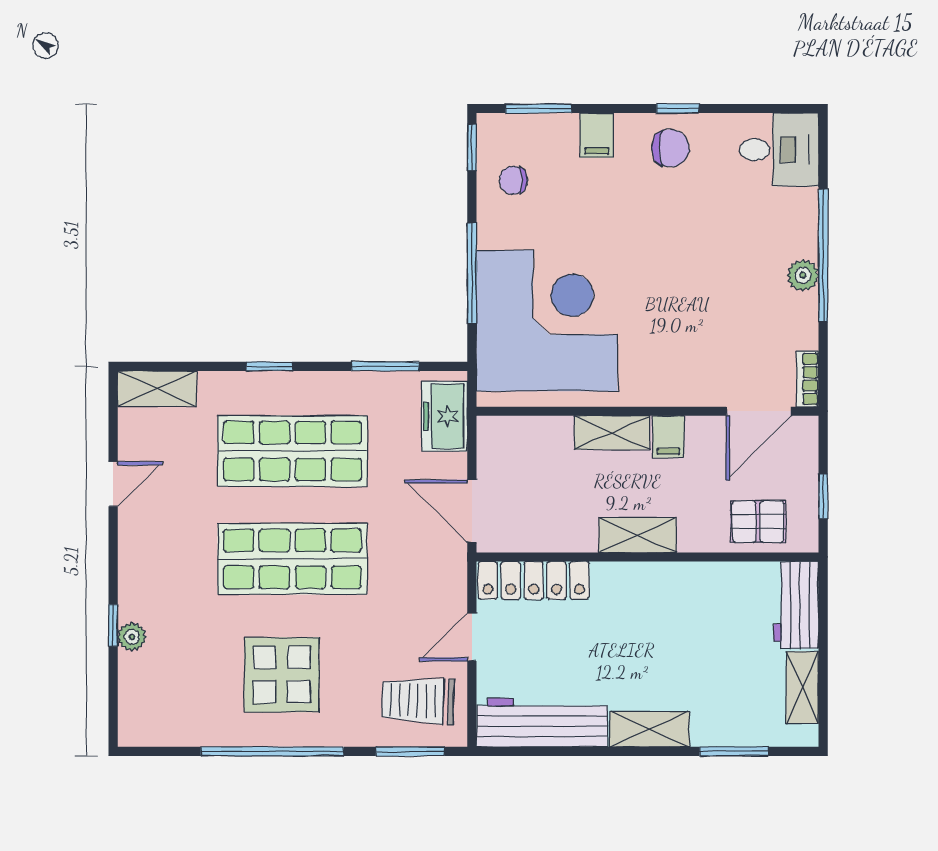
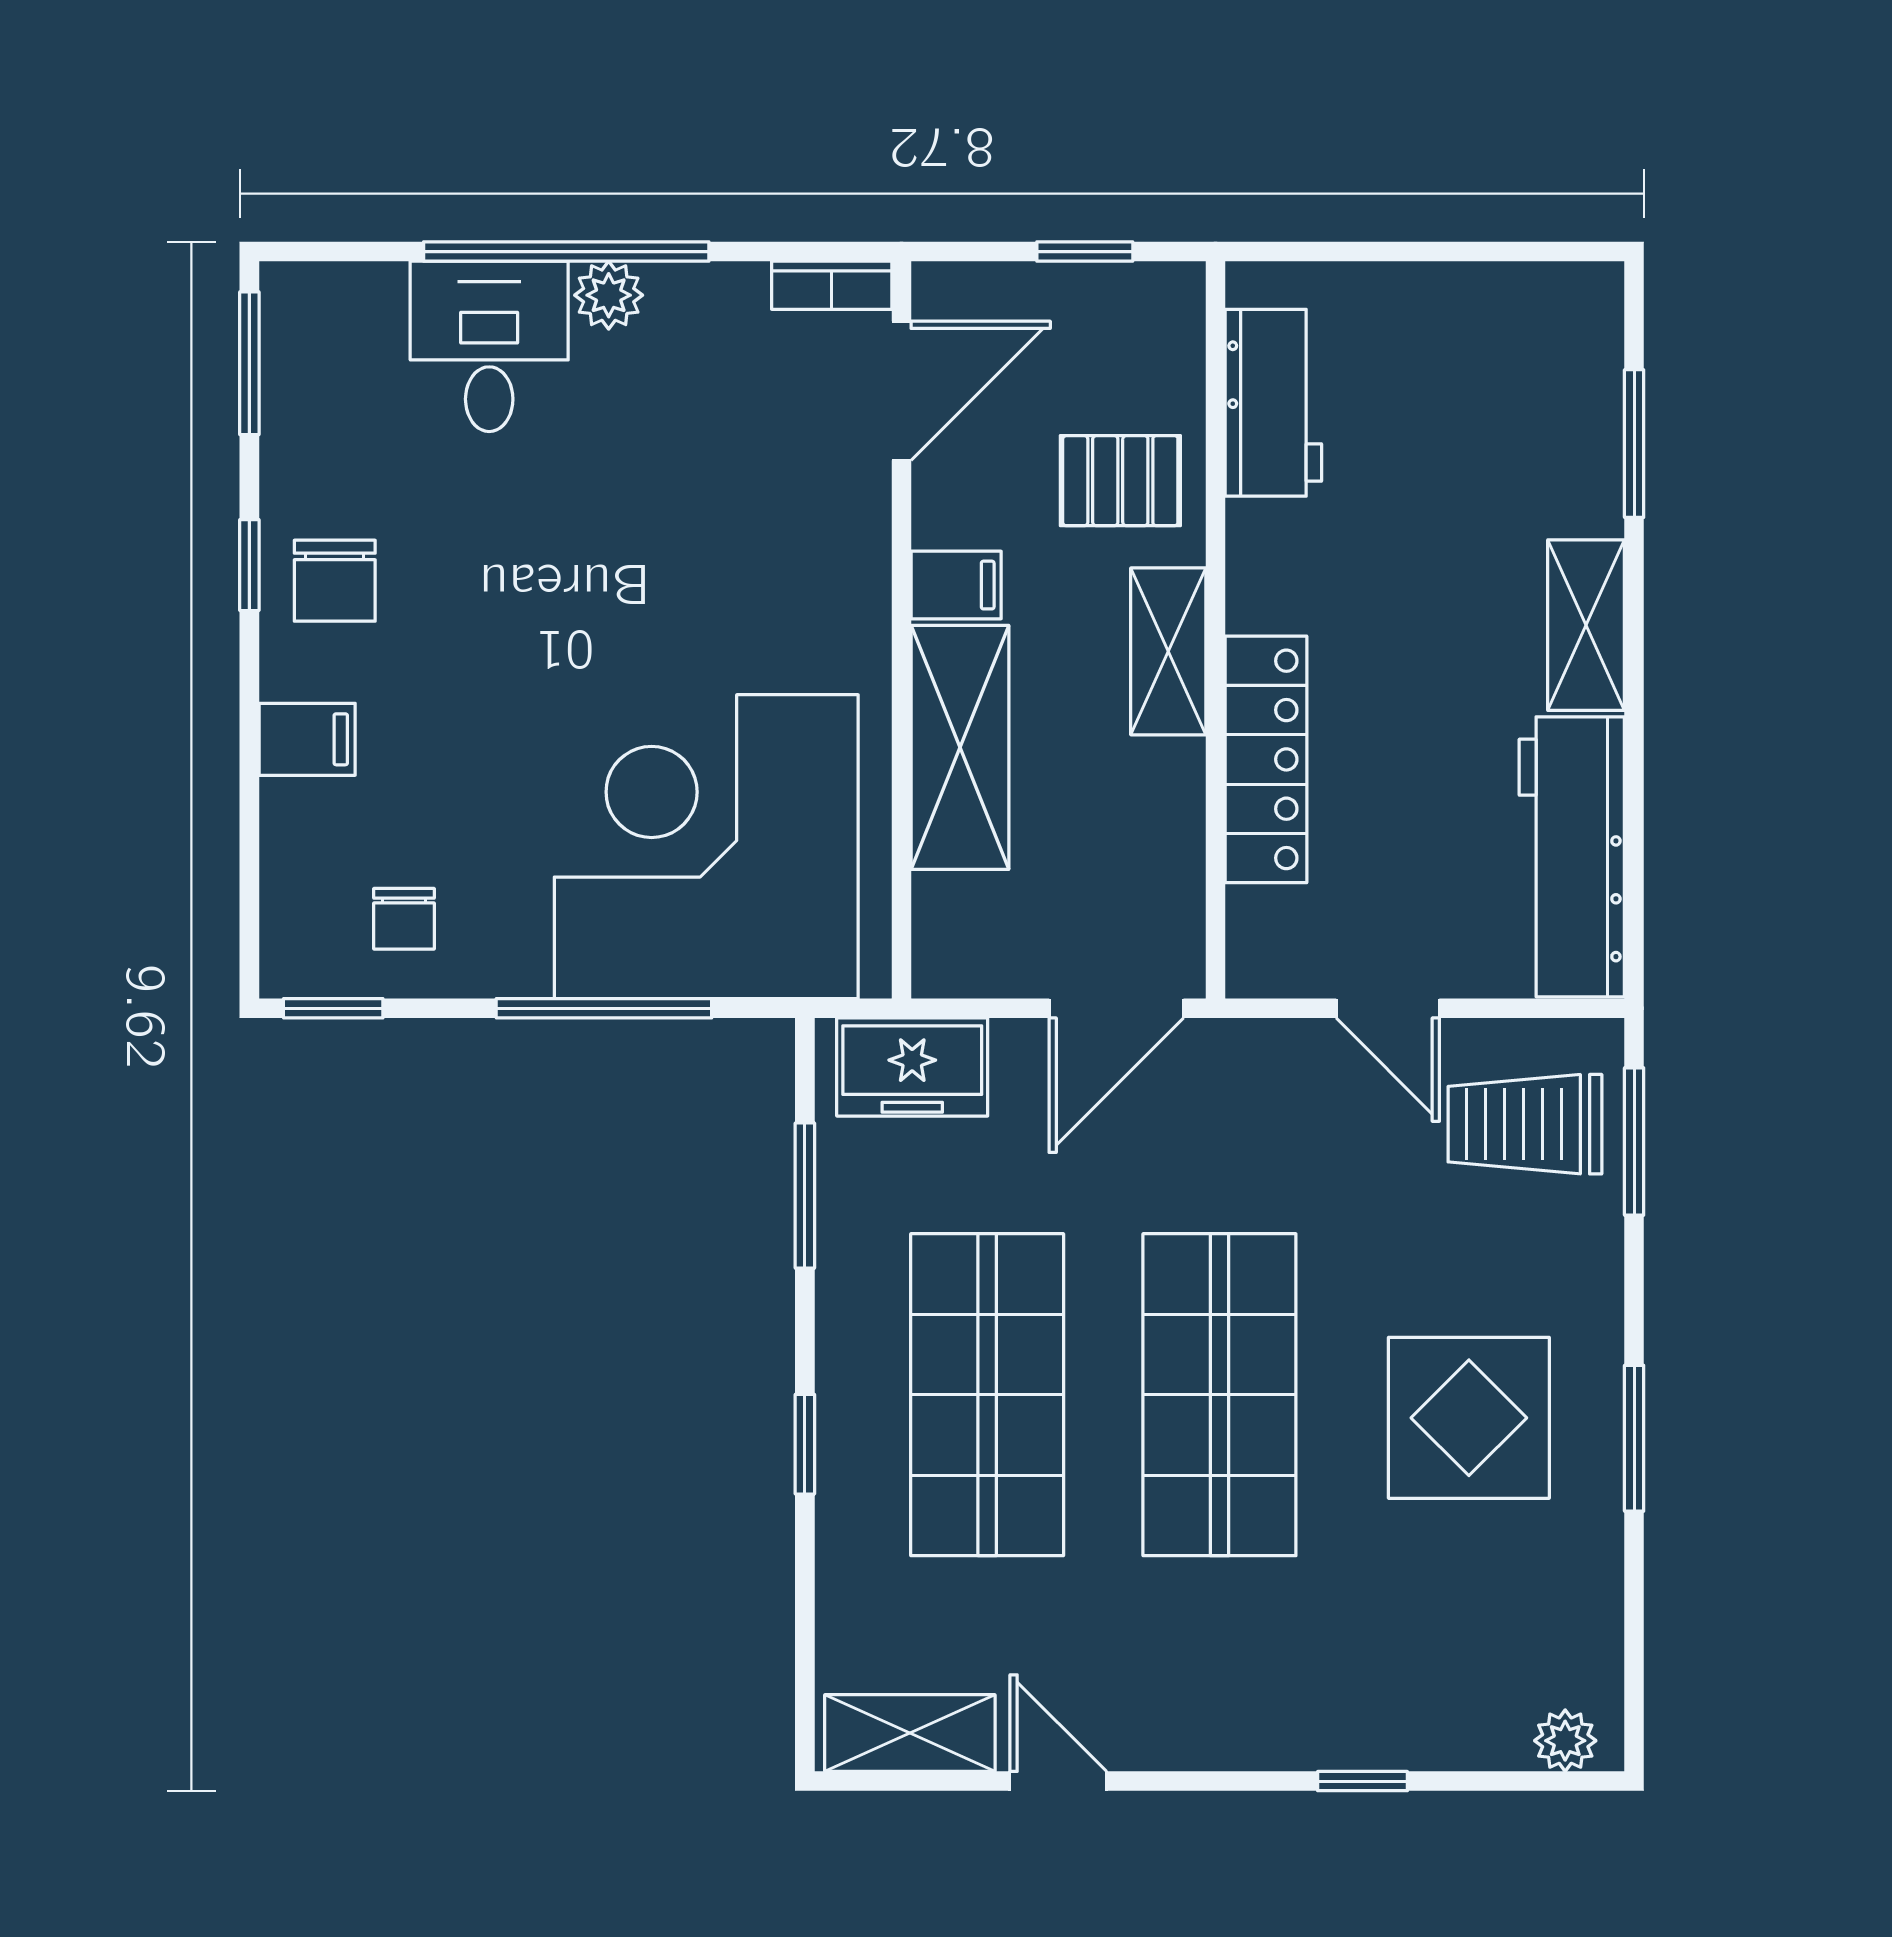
window: (538, 109) -> (249, 363), moved
chair: (670, 148) -> (335, 581), turned 180
desk: (779, 150) -> (489, 346), moved
shelving: (157, 389) -> (910, 1733), moved, turned 90
door: (759, 411) -> (901, 391), hinge flipped
shelving: (612, 433) -> (960, 747), width x1.50, depth x1.33
pallet: (758, 522) -> (1120, 481), moved, turned 90
locker: (534, 580) -> (1266, 759), moved
workbench: (796, 605) -> (1273, 403), moved, turned -90
plant: (132, 637) -> (1565, 1741), moved
shelving: (802, 687) -> (1496, 296), removed
trolley: (418, 701) -> (1525, 1124), turned 88
window: (272, 751) -> (1634, 1438), width x0.47

